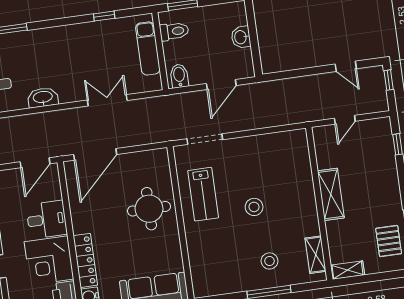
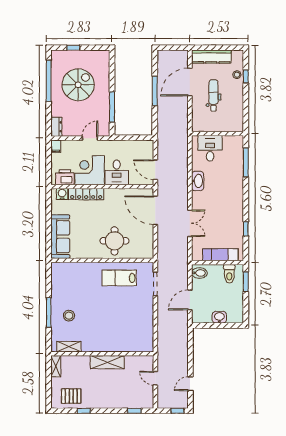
door: (221, 84) -> (190, 300), hinge flipped
stool: (254, 207) -> (106, 310), removed

